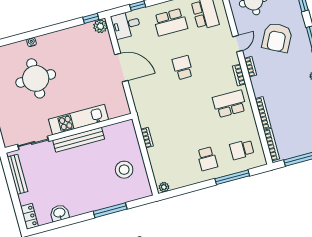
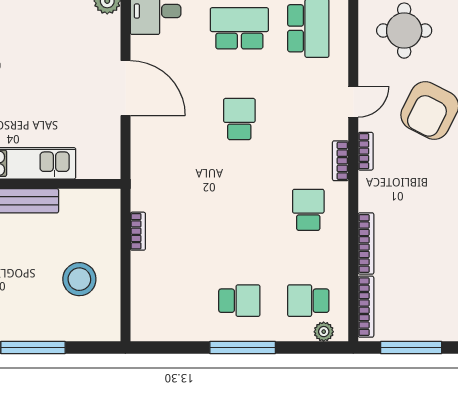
school desk: (170, 22) -> (239, 28), turned 180
school desk: (230, 104) -> (308, 210), width x0.54
school desk: (207, 159) -> (239, 301), turned -90
window: (232, 177) -> (243, 347), moved
plant: (164, 187) -> (324, 332), moved

